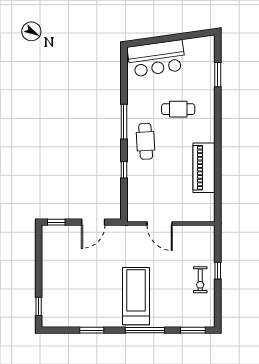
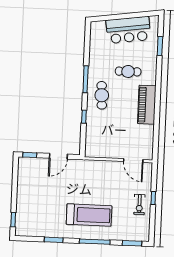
bar counter: (156, 58) -> (128, 30), moved
piano: (204, 168) -> (147, 105), moved
door: (160, 224) -> (133, 161), moved
treadmill: (136, 296) -> (89, 215), turned 90

